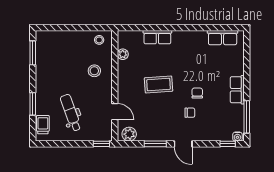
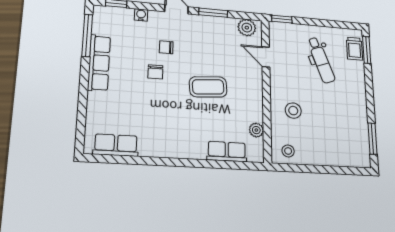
row of seats: (157, 37) -> (227, 152), moved
row of seats: (237, 90) -> (99, 63), width x1.48
window: (33, 104) -> (367, 50), moved
water cooler: (237, 137) -> (141, 15), moved

